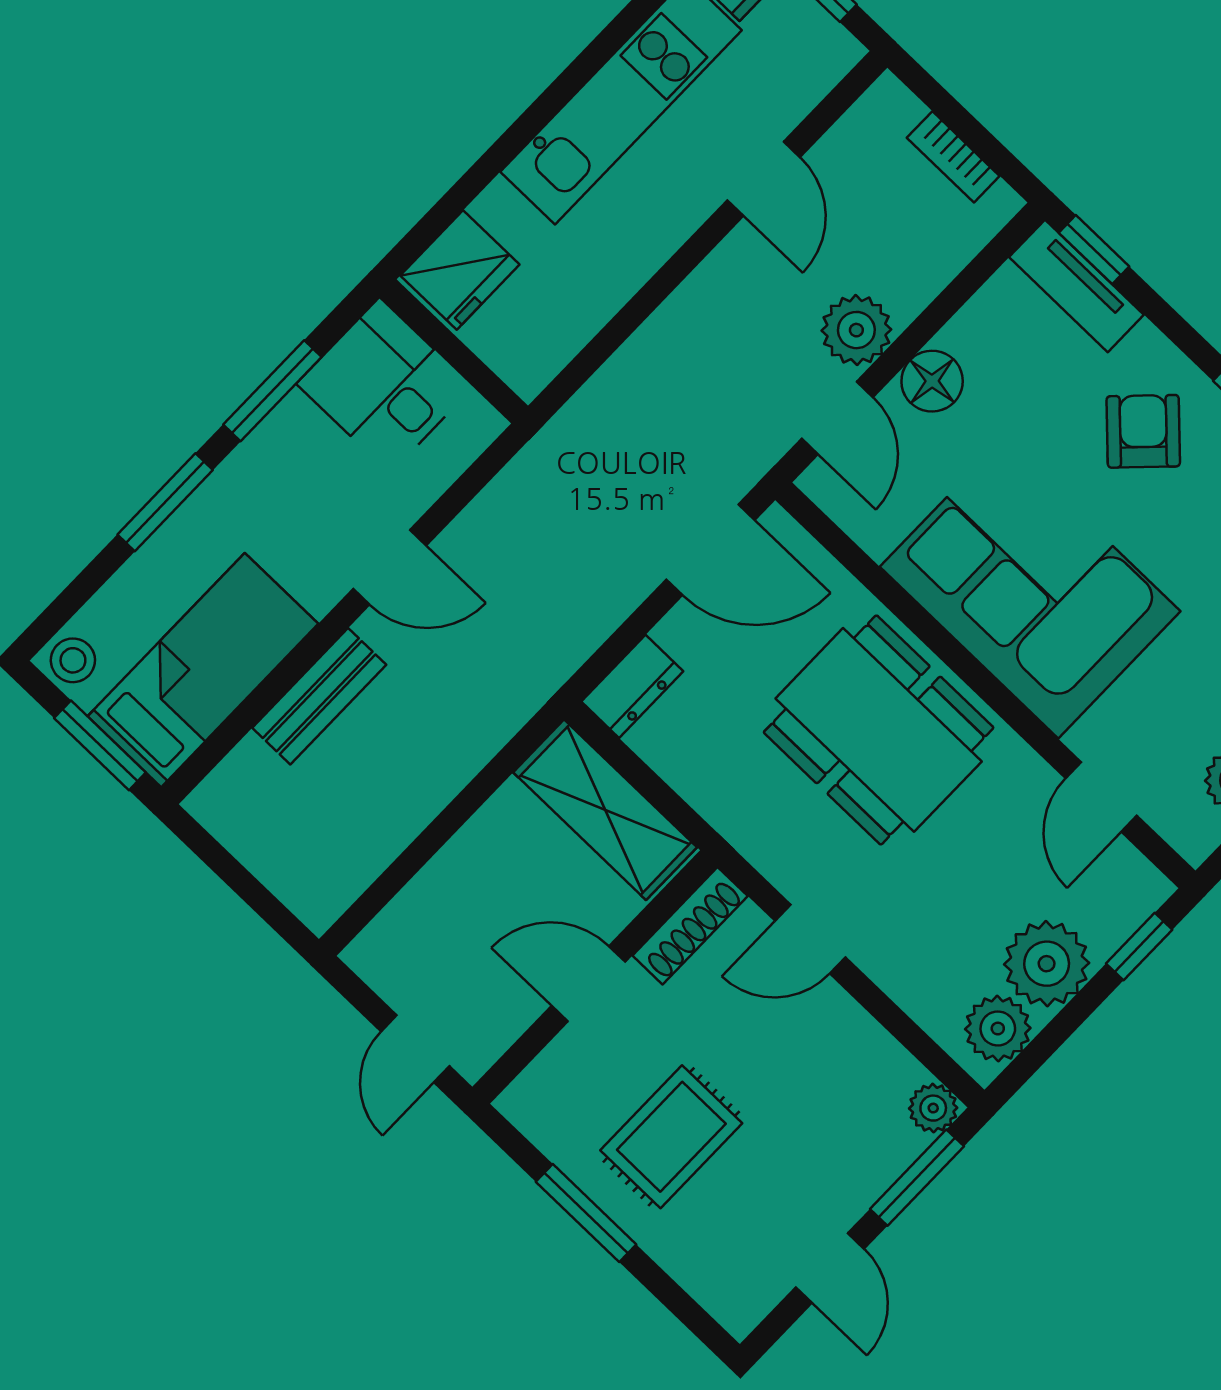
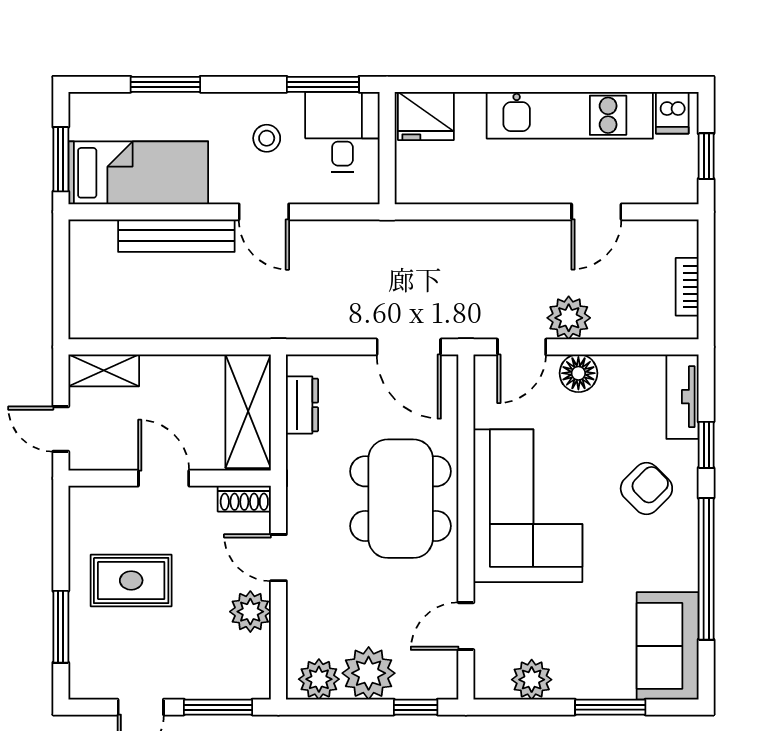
window: (1094, 250) -> (706, 445), moved
window: (272, 391) -> (323, 84), moved
window: (165, 502) -> (165, 84), moved
stool: (73, 660) -> (267, 138), moved
dresser: (632, 686) -> (302, 405), moved, turned -90
bench: (319, 696) -> (176, 236), width x1.36
shoe rack: (690, 926) -> (244, 499), width x0.70
shelving: (395, 933) -> (104, 370), added
door: (415, 1049) -> (61, 429), hinge flipped
plant: (933, 1108) -> (250, 612), moved, width x1.38, depth x1.38
window: (586, 1213) -> (61, 627), moved

